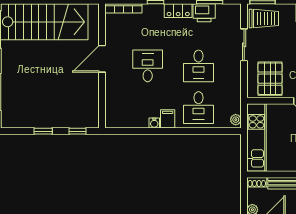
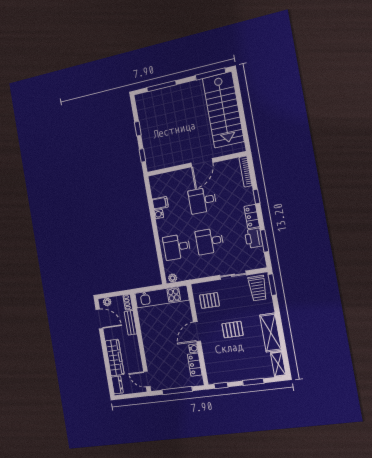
door: (102, 59) -> (202, 163), swing flipped
desk: (148, 66) -> (202, 200), turned 180
pallet: (270, 79) -> (209, 300), width x0.67, depth x0.71
filing cabinet: (168, 119) -> (160, 203), moved

